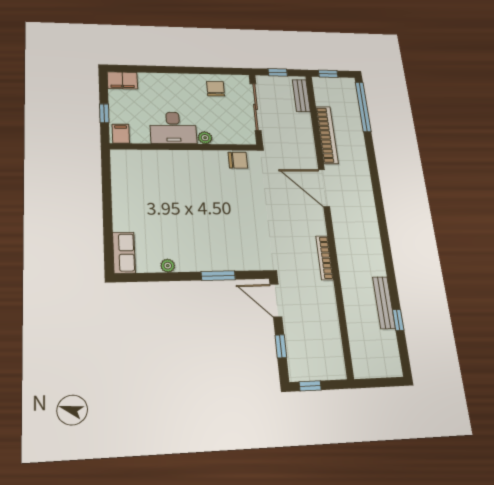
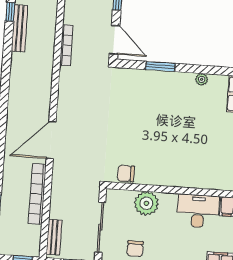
desk: (173, 128) -> (198, 211), moved
plant: (205, 138) -> (146, 203), width x1.87, depth x1.87
door: (324, 188) -> (51, 140), swing flipped
bookcase: (325, 258) -> (66, 45), moved

